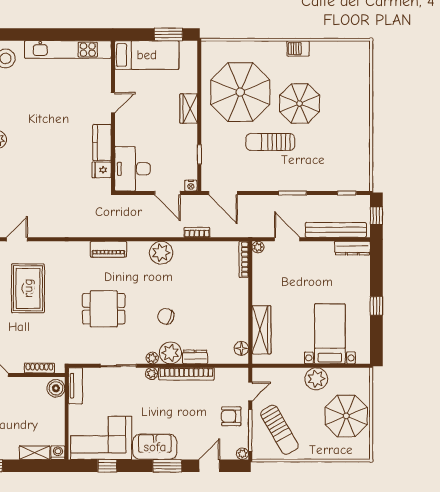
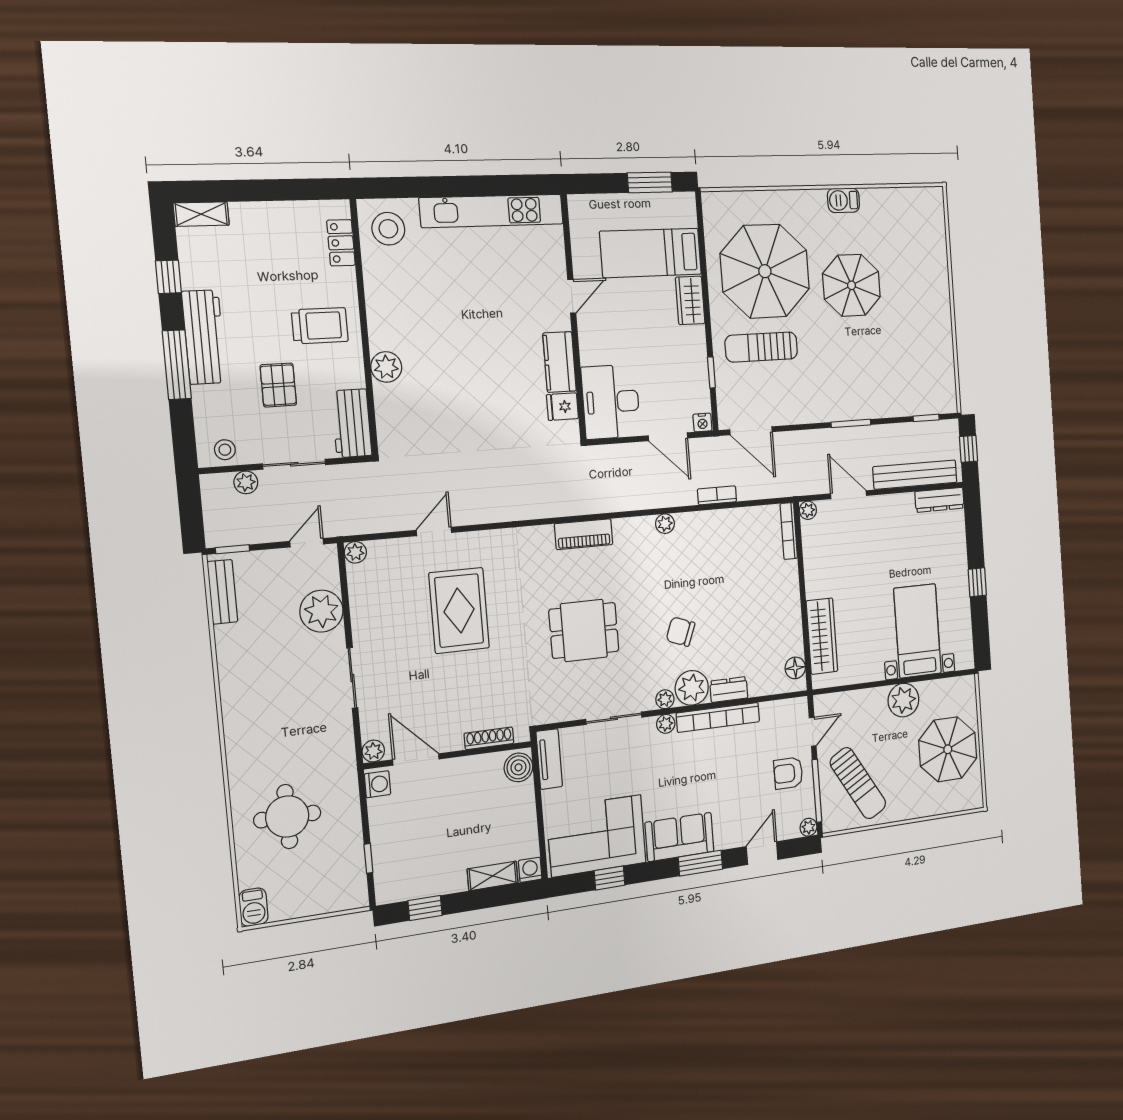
bed: (147, 55) -> (651, 253), moved, turned 180
sun lounger: (270, 142) -> (761, 347), moved
plant: (161, 253) -> (665, 524), width x0.53, depth x0.53

